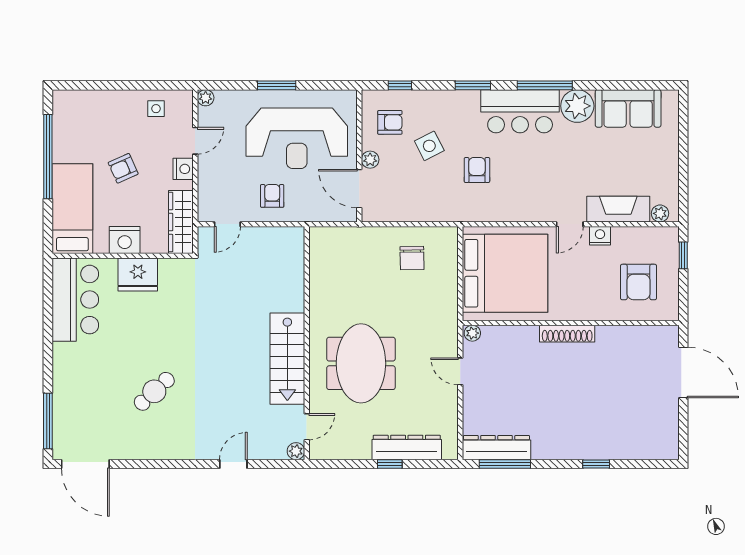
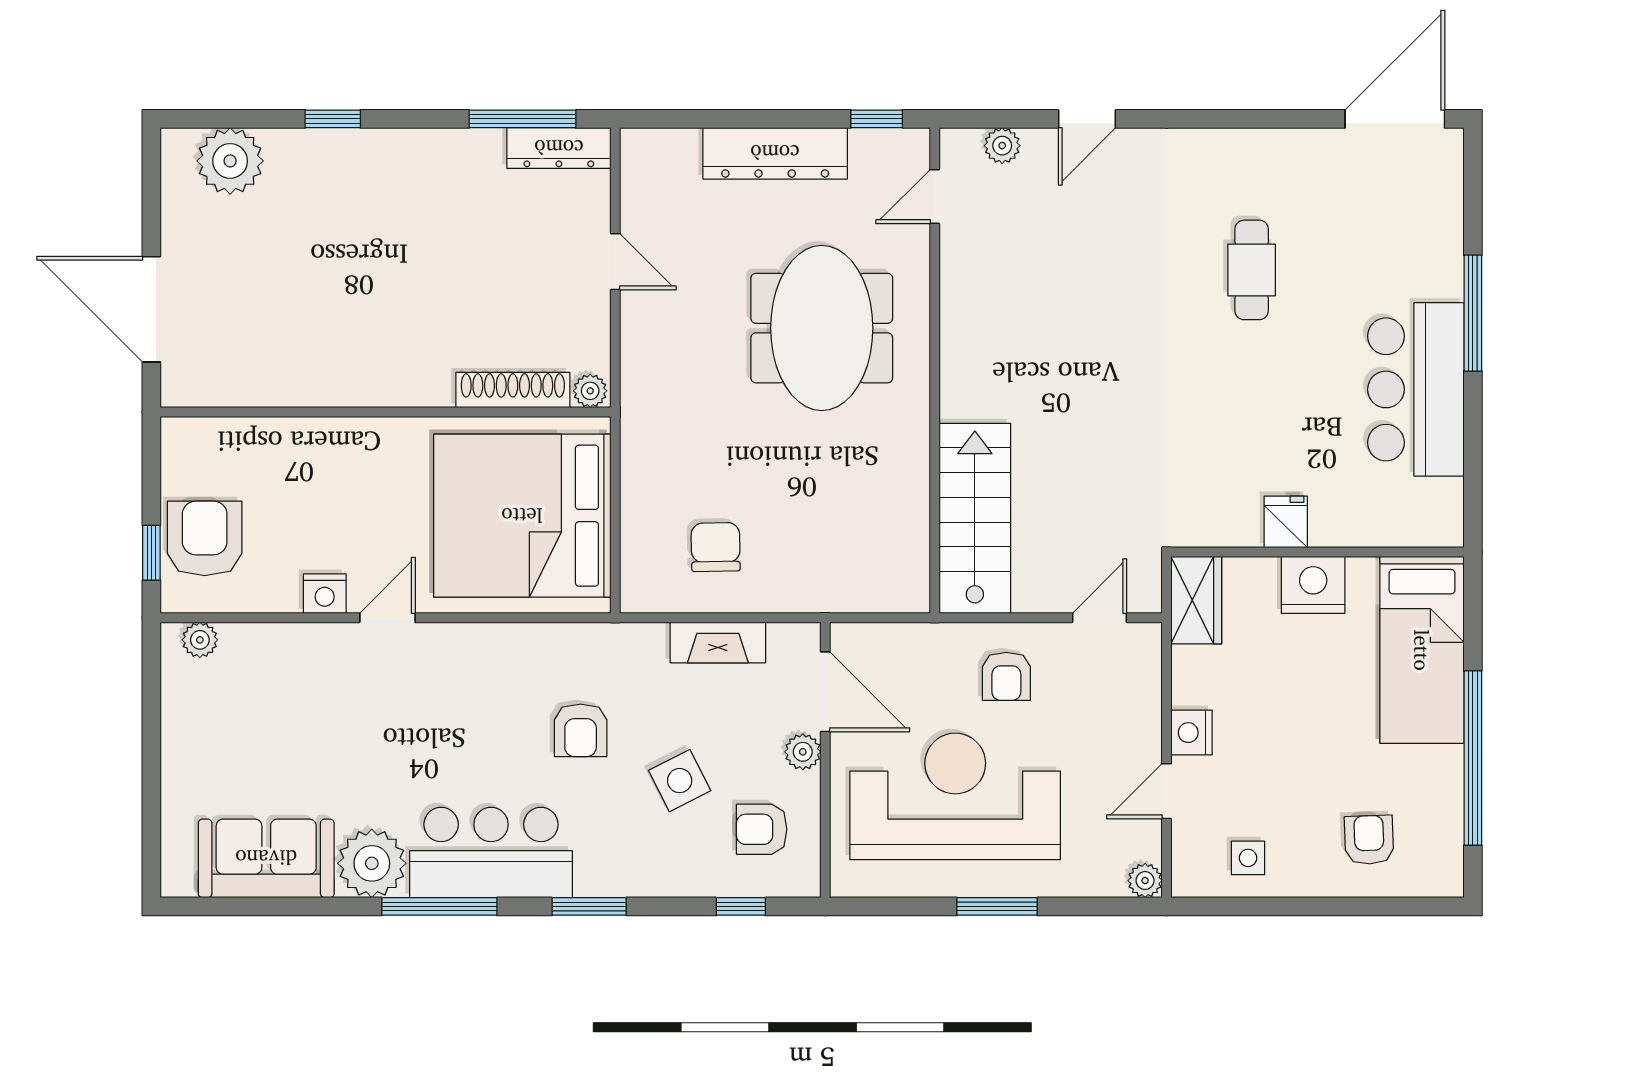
armchair: (123, 168) -> (1369, 840), moved, turned -68
fireplace: (618, 209) -> (718, 642), moved, width x0.73, depth x0.76
wardrobe: (181, 222) -> (1196, 600), width x0.67
fridge: (138, 274) -> (1286, 522), width x0.53, depth x0.75
armchair: (638, 282) -> (205, 538), moved
bar counter: (75, 300) -> (1416, 389), moved
shoe rack: (567, 334) -> (513, 390), moved
stairs: (287, 359) -> (975, 518), moved
door: (460, 371) -> (615, 262), moved
cafe table: (154, 391) -> (1252, 270), turned -47
window: (48, 421) -> (1473, 313), moved
plant: (645, 444) -> (230, 161), added
dresser: (407, 447) -> (775, 153), moved
dresser: (497, 448) -> (559, 148), width x0.73, depth x0.80
plant: (296, 451) -> (1002, 146), moved
door: (85, 464) -> (1395, 119), hinge flipped
window: (390, 464) -> (877, 119), moved

